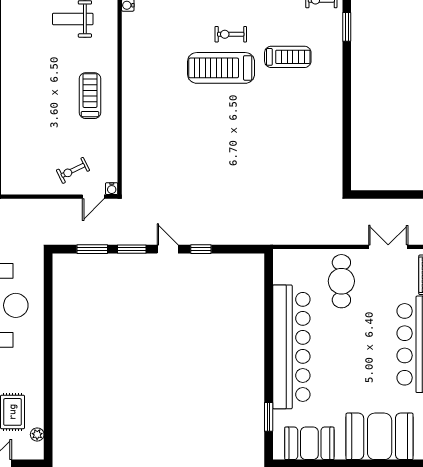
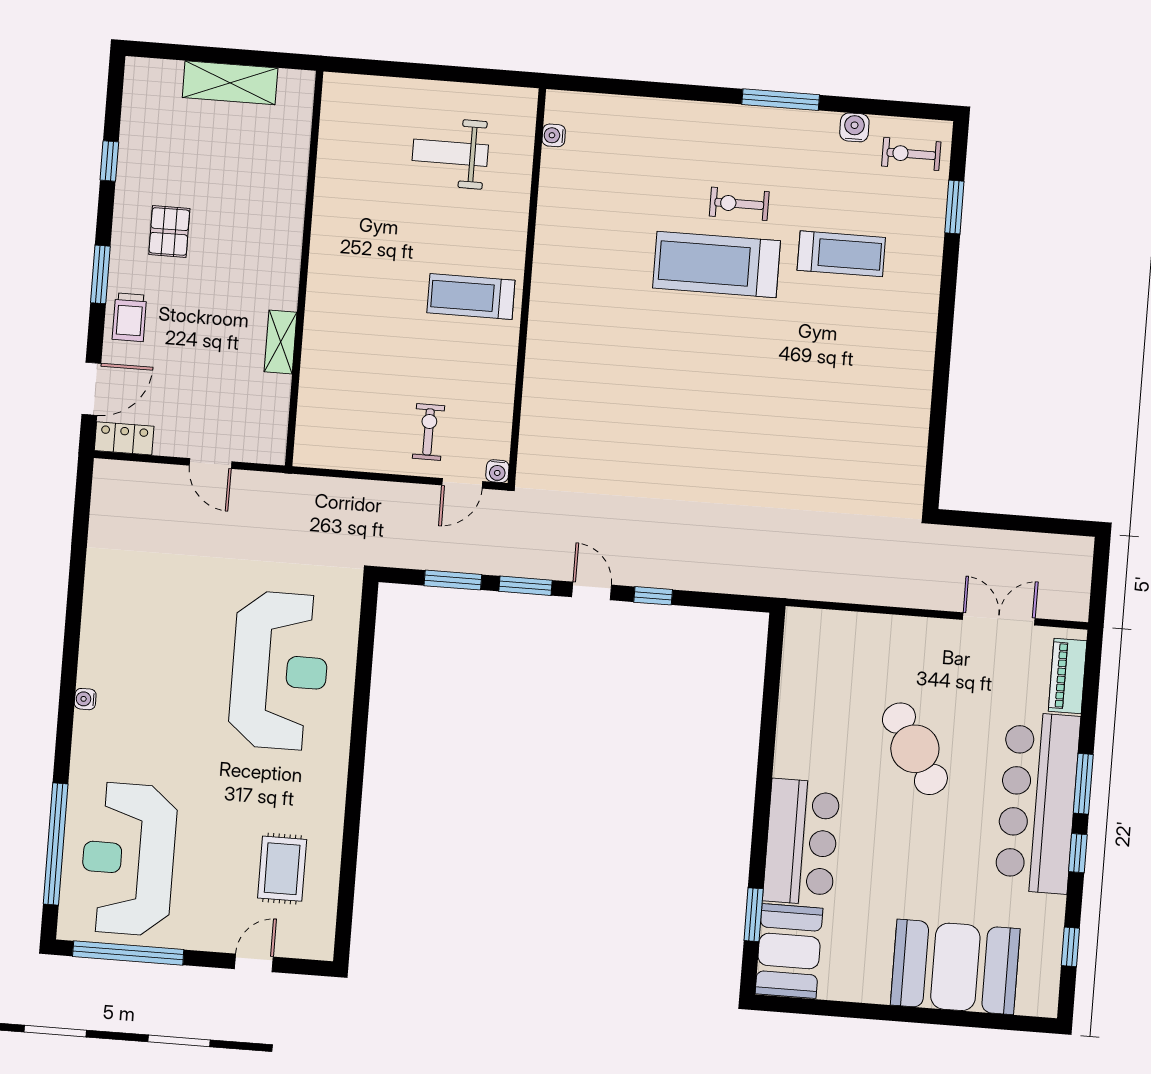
treadmill: (90, 96) -> (471, 297), turned -90
exercise bike: (73, 170) -> (429, 432), turned 116
cafe table: (341, 281) -> (915, 749), moved, turned -32
bar counter: (291, 347) -> (801, 842), width x0.54
plant: (37, 434) -> (324, 914), removed
booth: (309, 443) -> (789, 951), moved, turned 90

